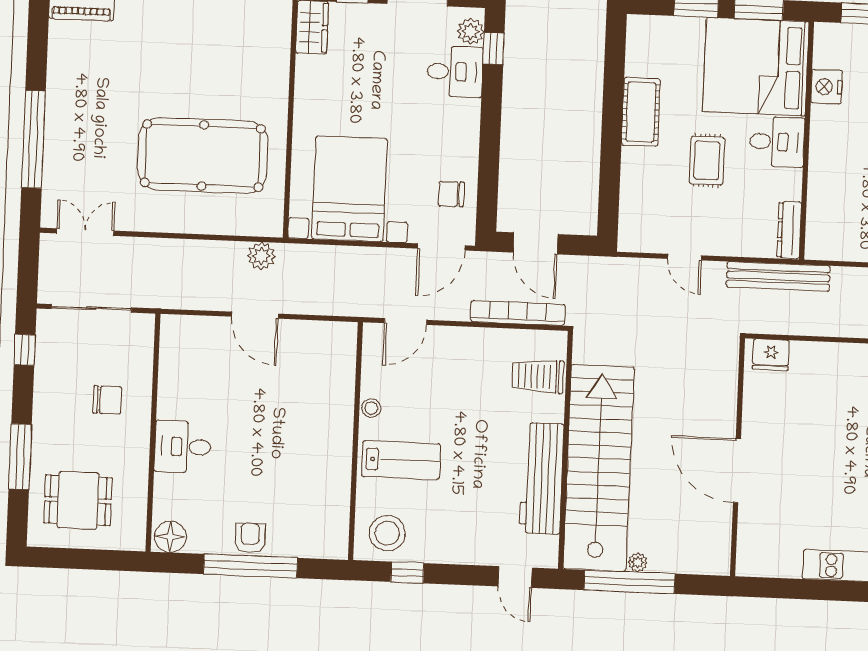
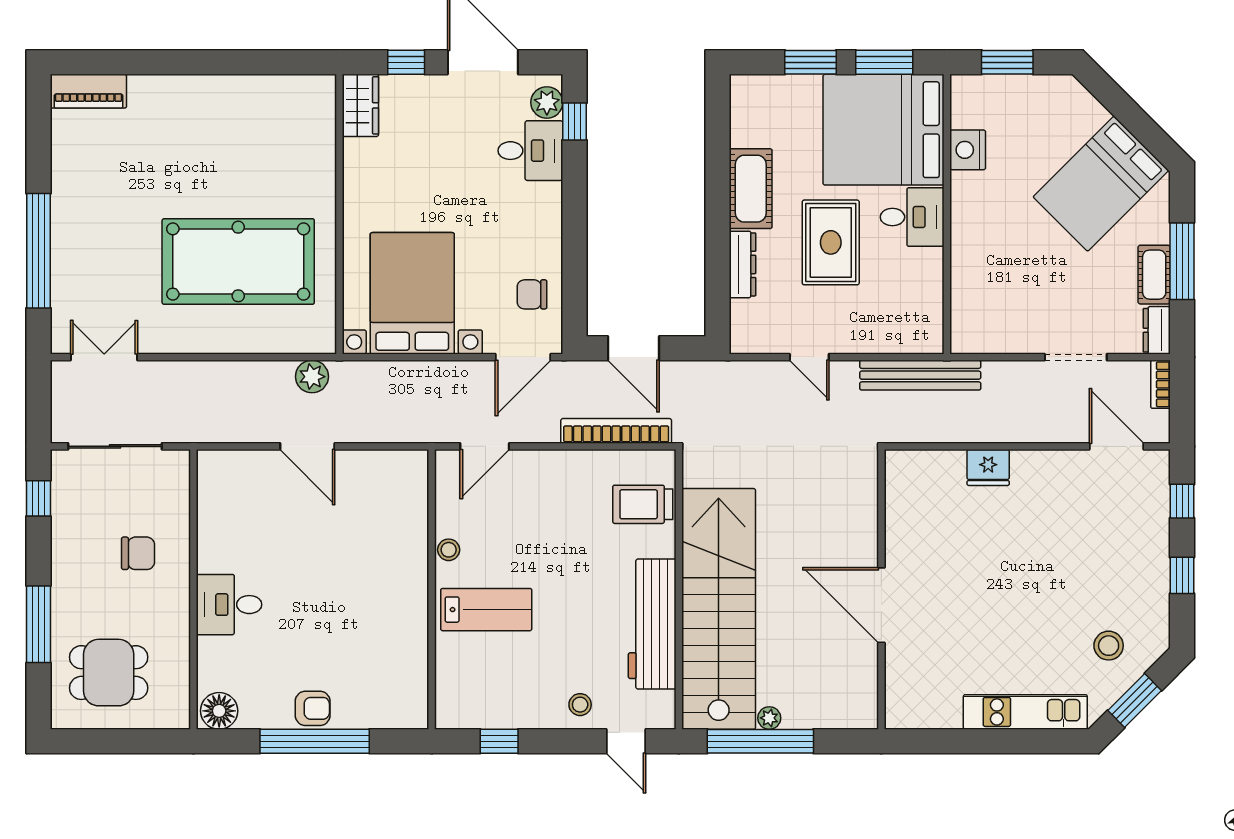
rug: (707, 160) -> (831, 242), width x1.36, depth x1.43
dresser: (789, 230) -> (742, 264), moved, turned 180
fridge: (771, 355) -> (988, 467), moved
stool: (387, 533) -> (580, 705), moved, width x0.53, depth x0.53
armchair: (250, 538) -> (313, 708), turned 90

